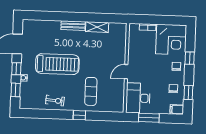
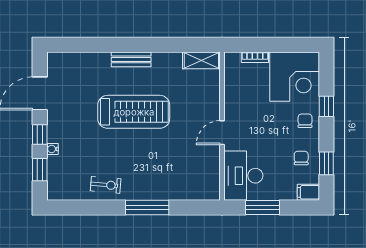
shelving: (97, 27) -> (201, 60), moved
treadmill: (57, 64) -> (134, 112), moved
exercise mat: (91, 91) -> (165, 168), removed
window: (79, 115) -> (147, 208), width x2.17

